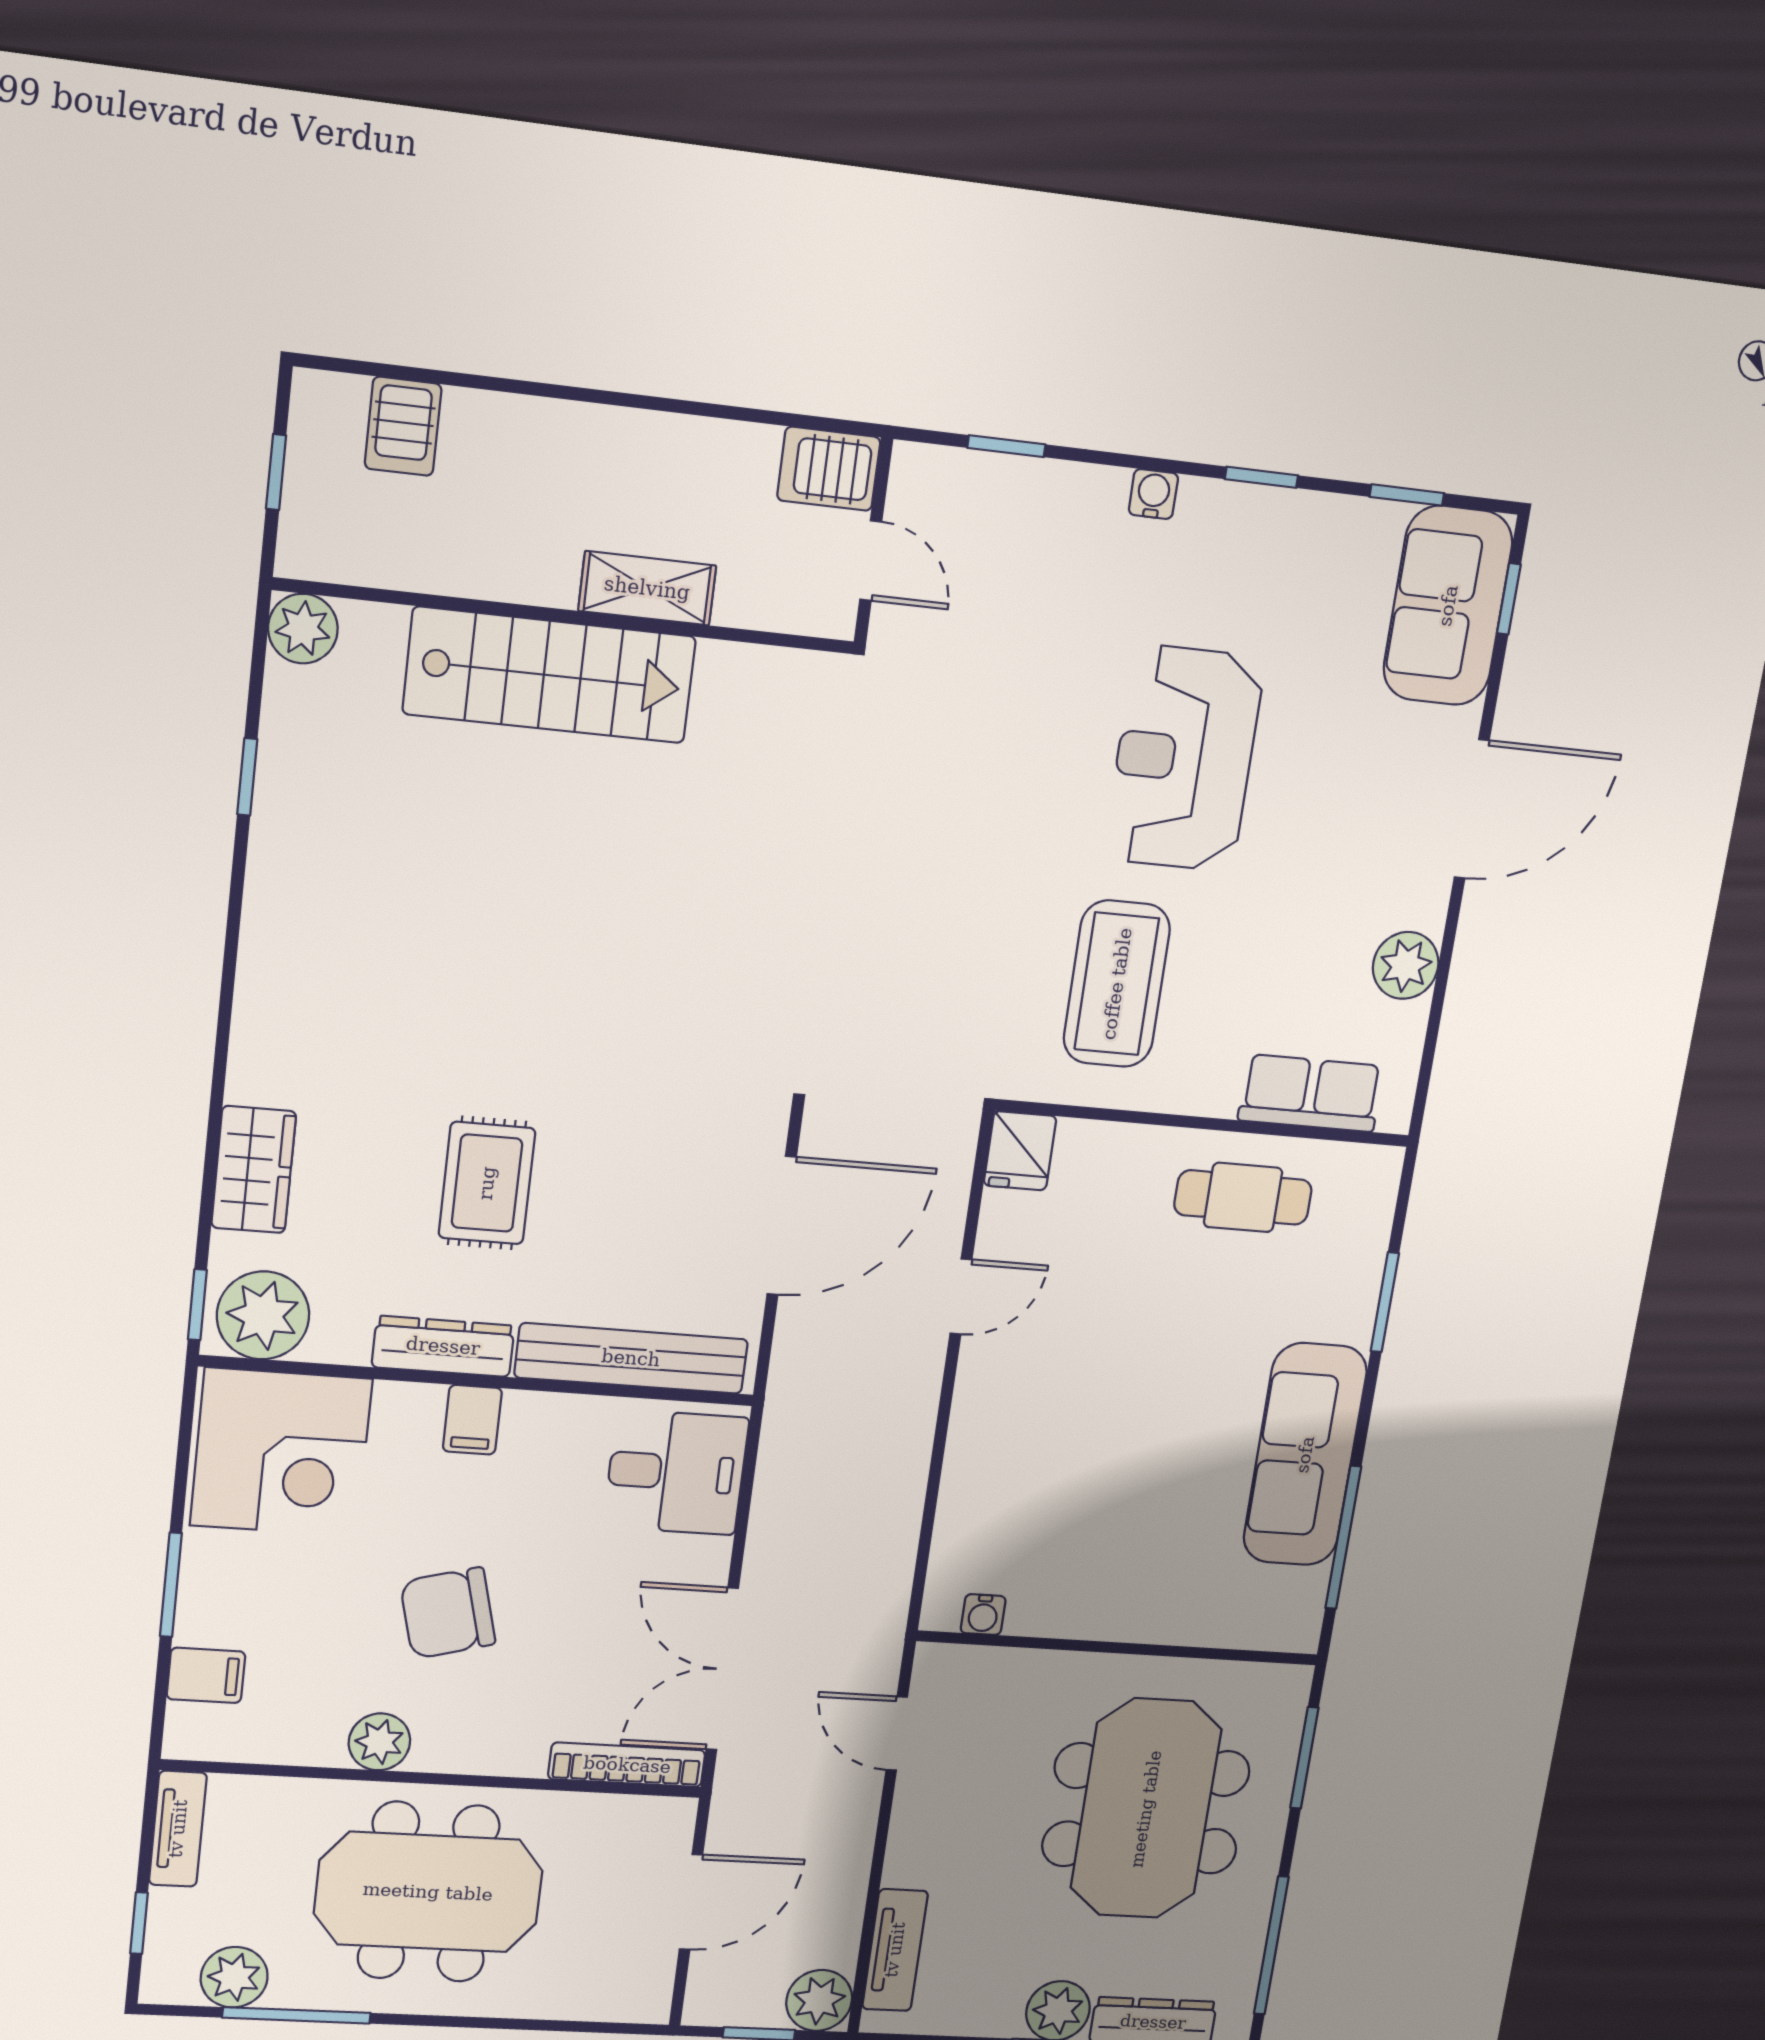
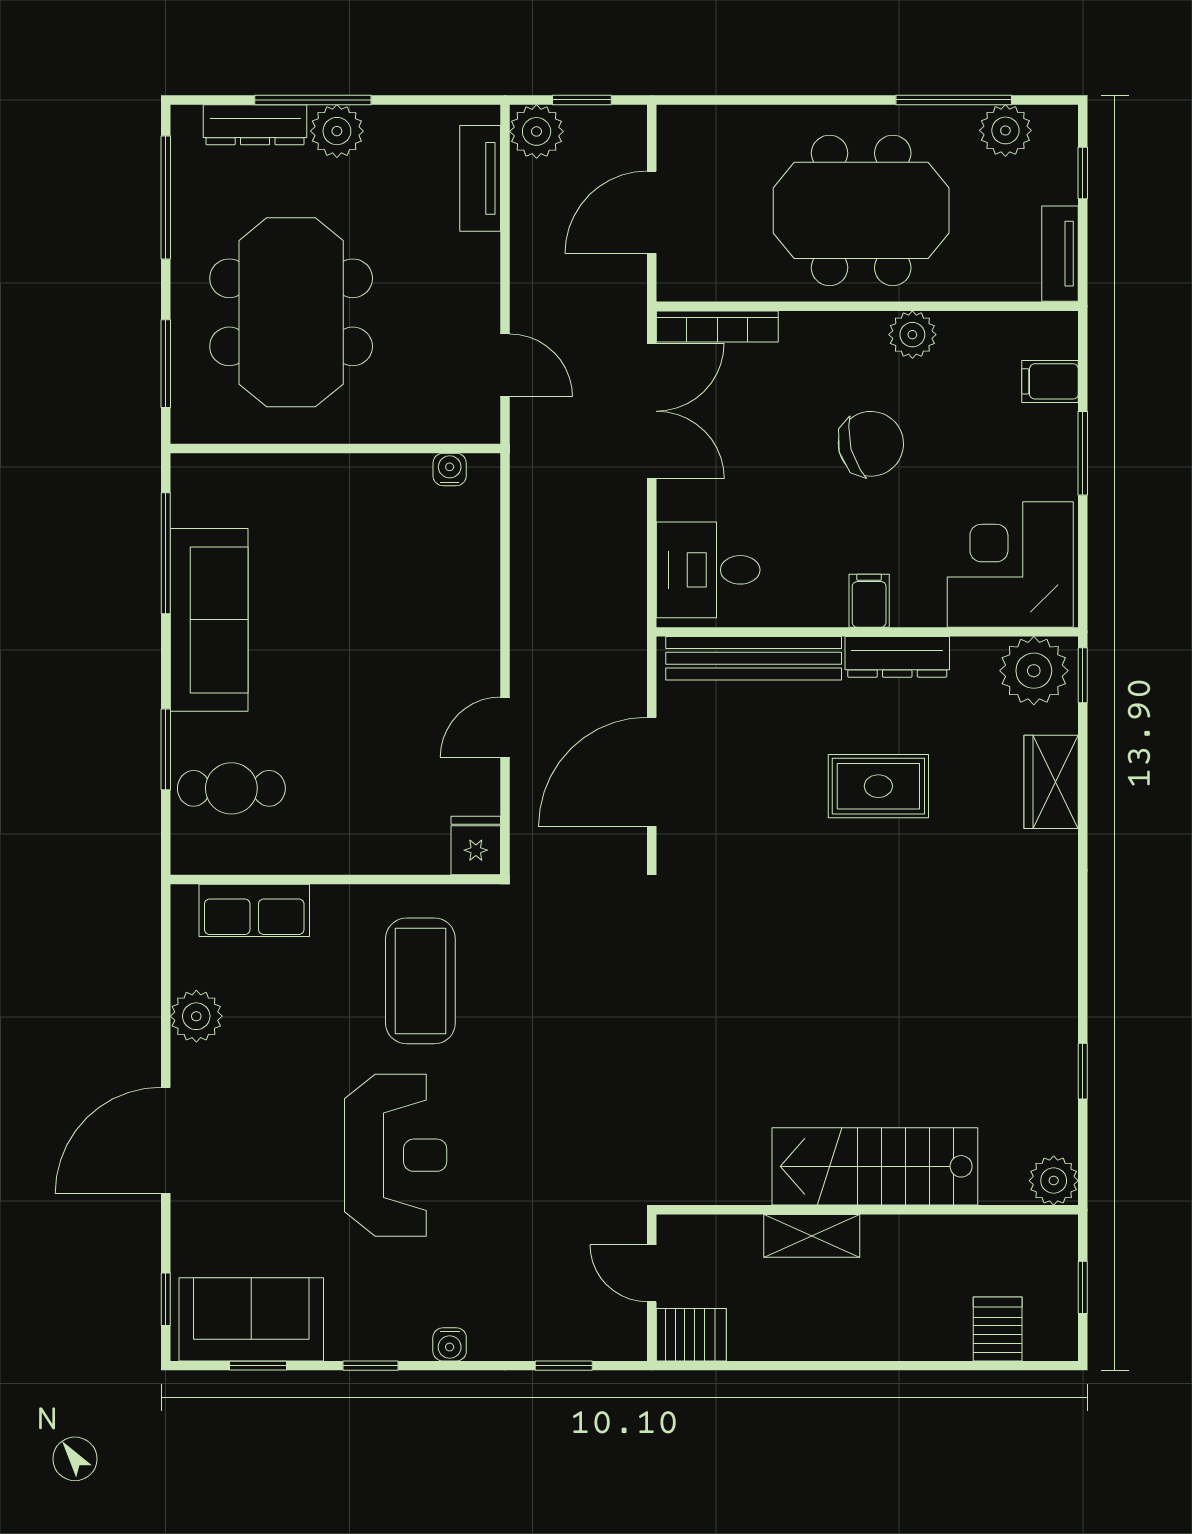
sofa: (1448, 606) -> (251, 1319), moved, turned -90
rug: (487, 1183) -> (878, 786), turned 90
cafe table: (1243, 1197) -> (231, 788), moved

